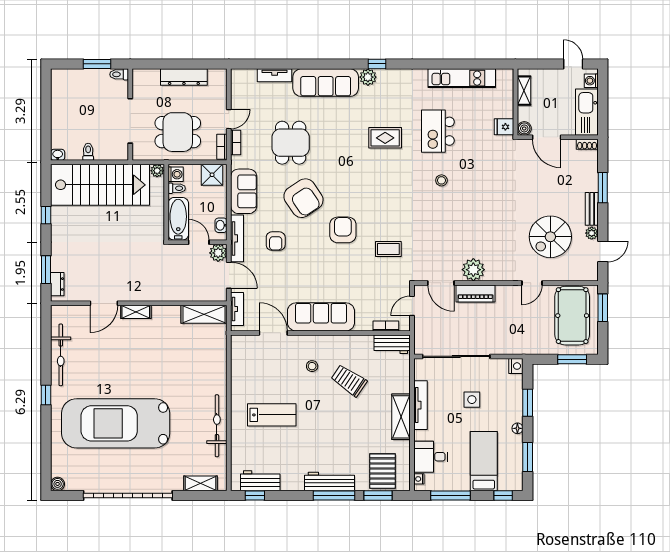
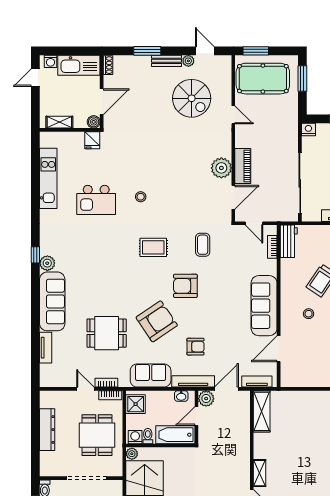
rug: (385, 138) -> (153, 247), moved, turned 90

